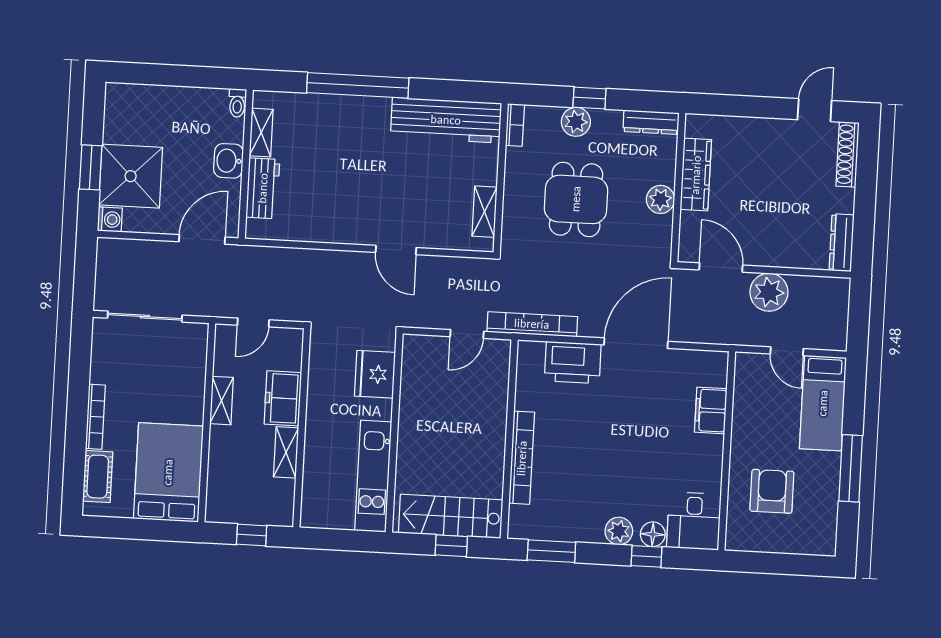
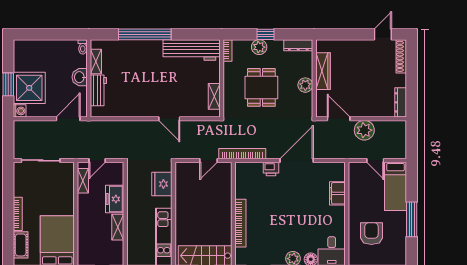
printer: (573, 363) -> (271, 169), width x0.53, depth x0.68
shelving: (222, 401) -> (83, 181), moved

